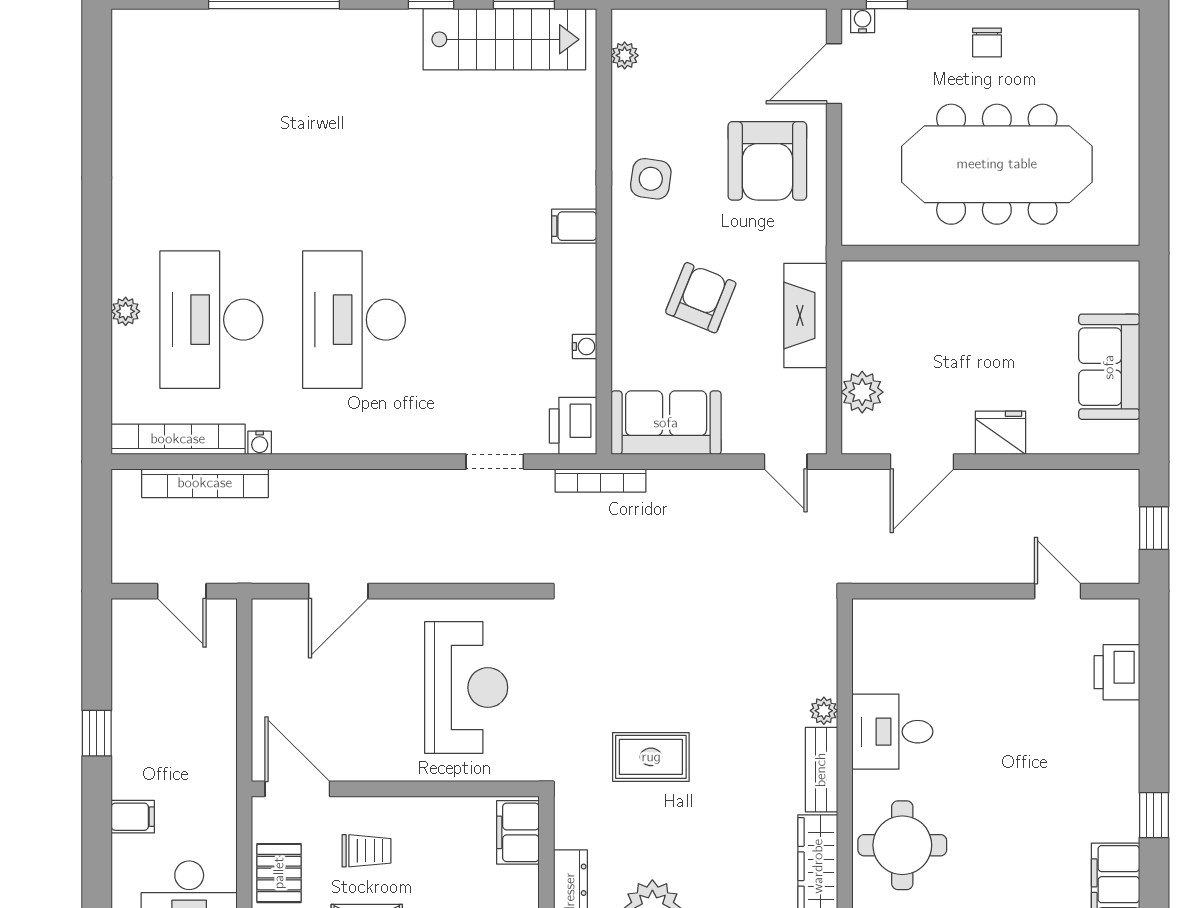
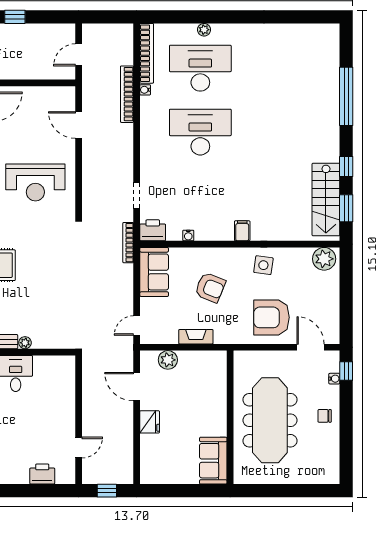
water cooler: (863, 21) -> (334, 379), moved
plant: (625, 55) -> (324, 259), width x1.87, depth x1.87
fireplace: (805, 315) -> (196, 337), width x0.73, depth x0.76
sofa: (1109, 367) -> (213, 461), moved, turned -90
bookcase: (205, 483) -> (127, 94), moved

